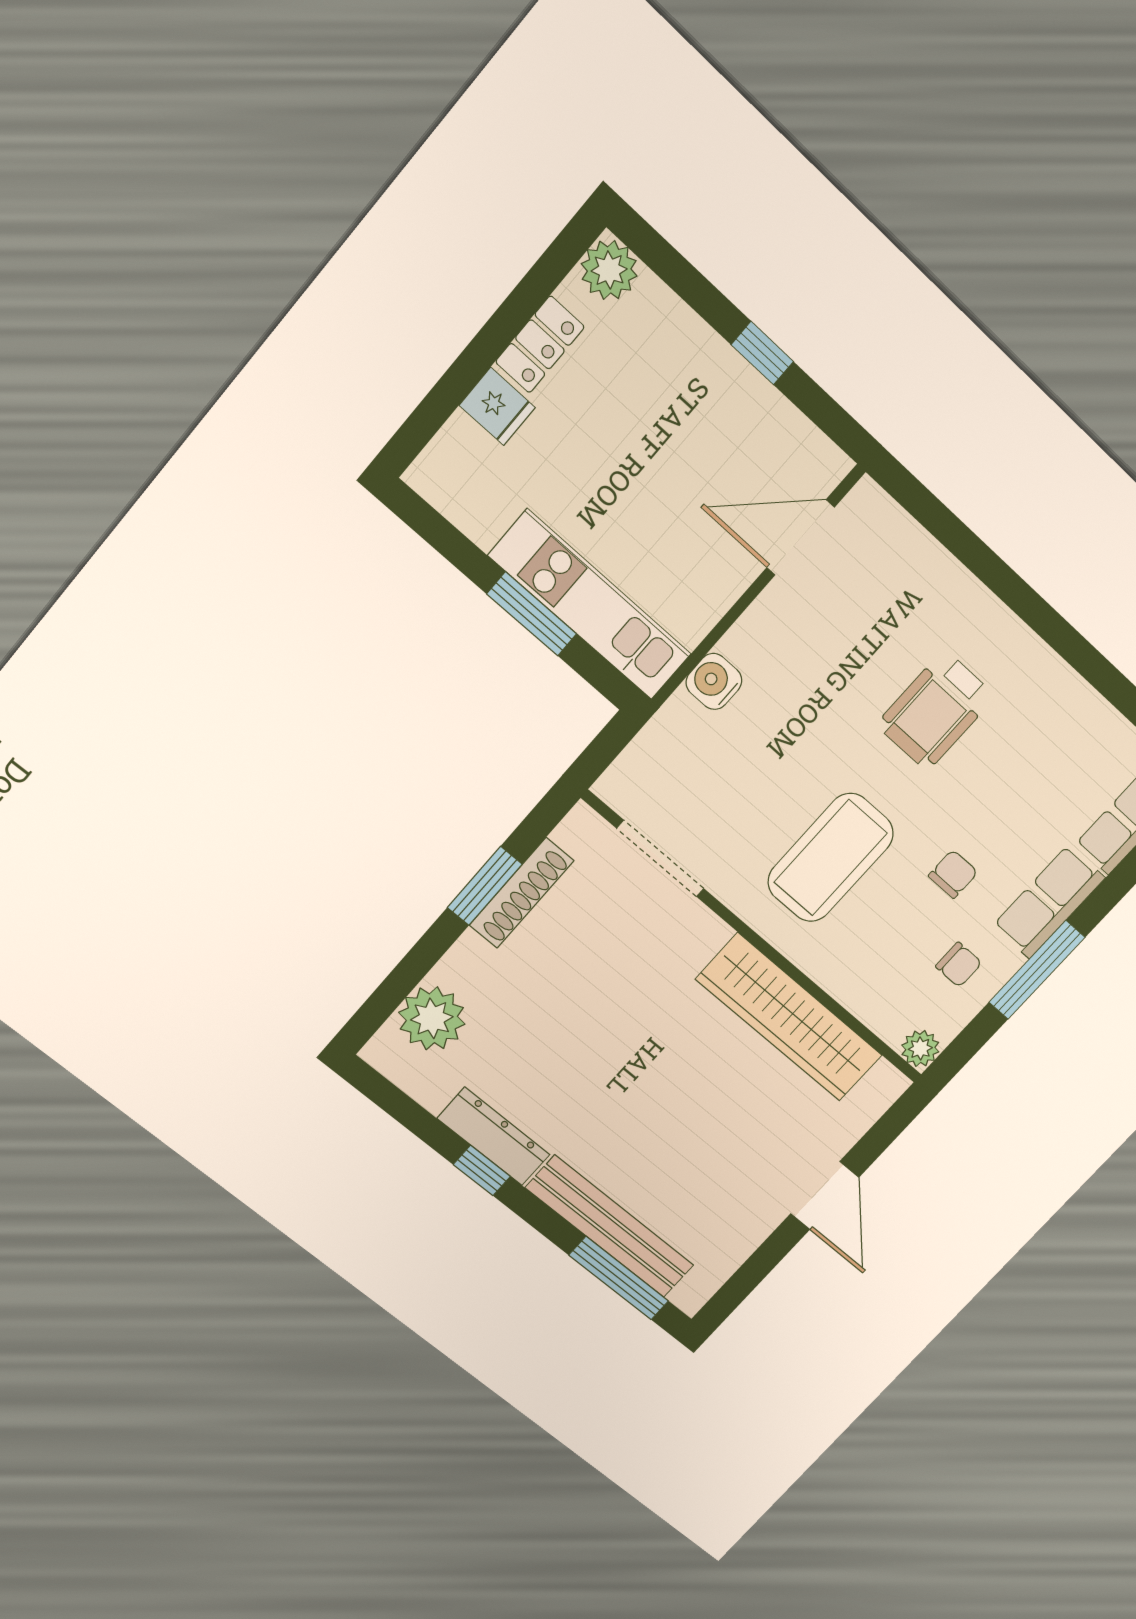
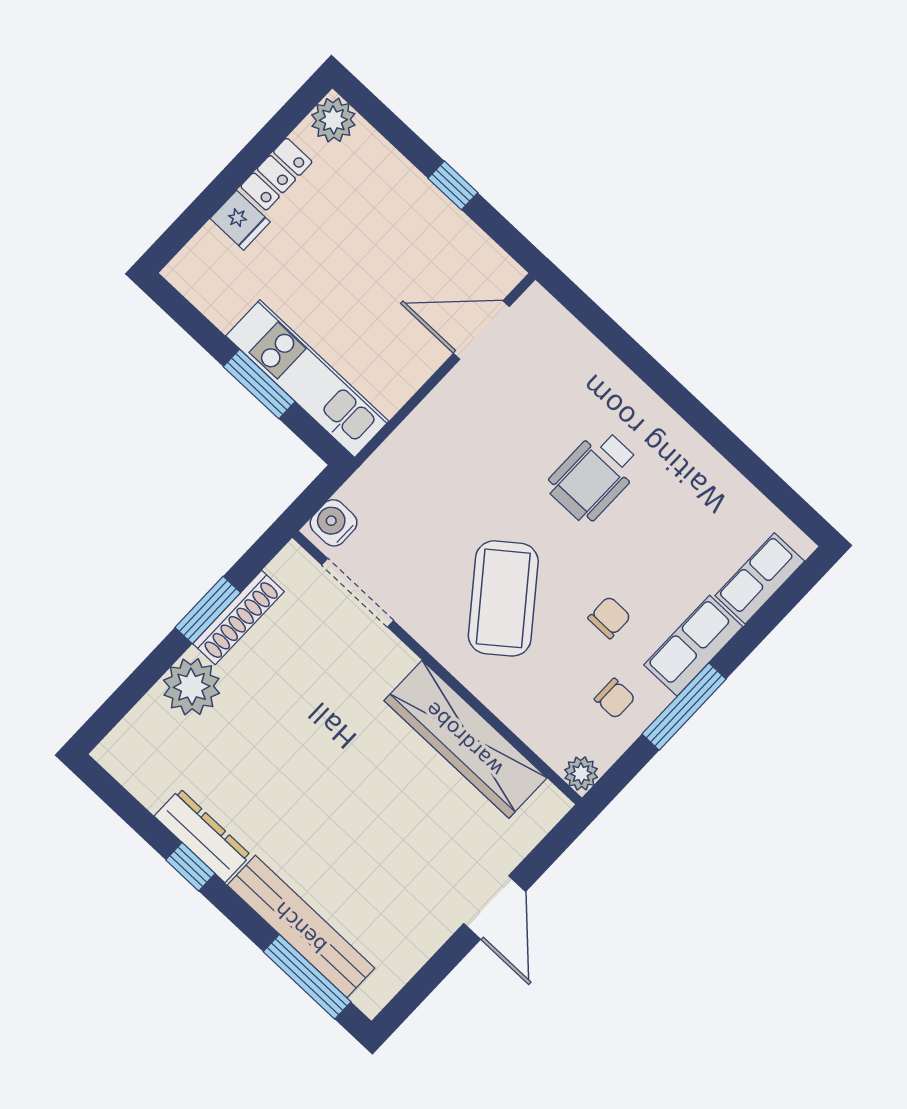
water cooler: (714, 681) -> (334, 523), moved
coffee table: (831, 858) -> (503, 598), turned -38
plant: (432, 1018) -> (192, 687), moved

